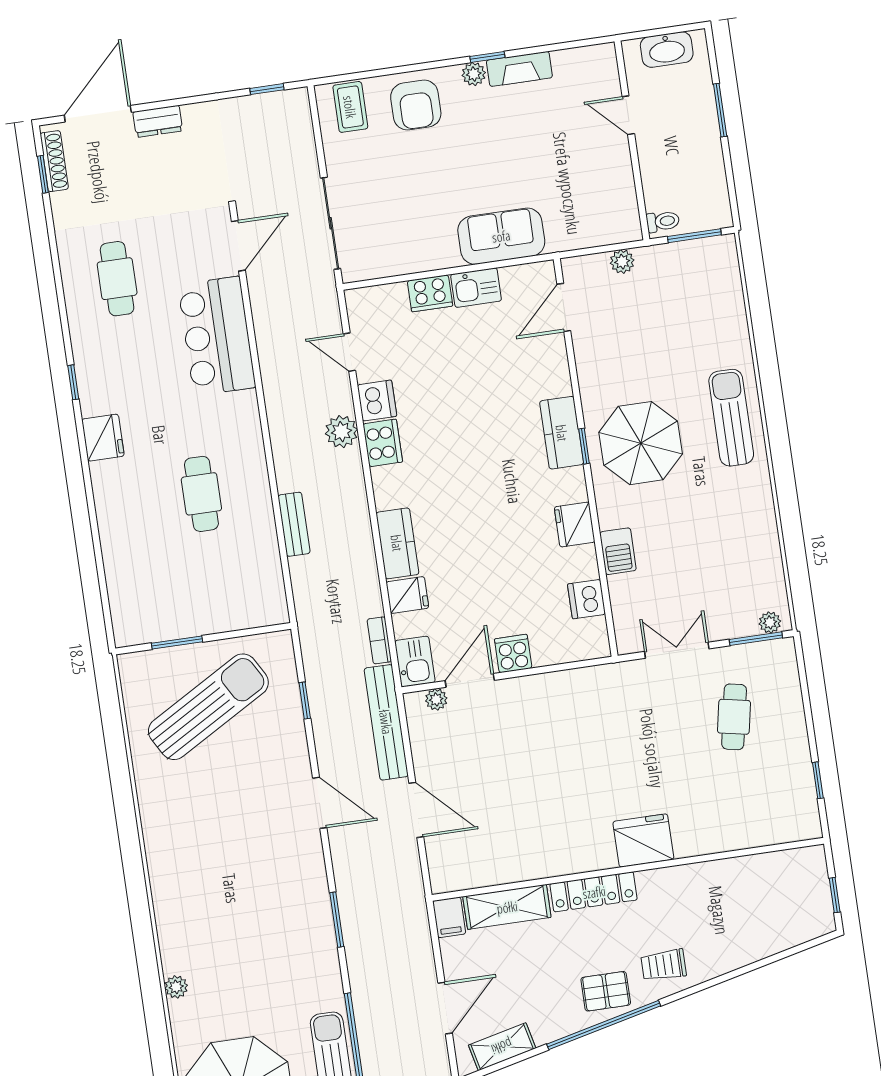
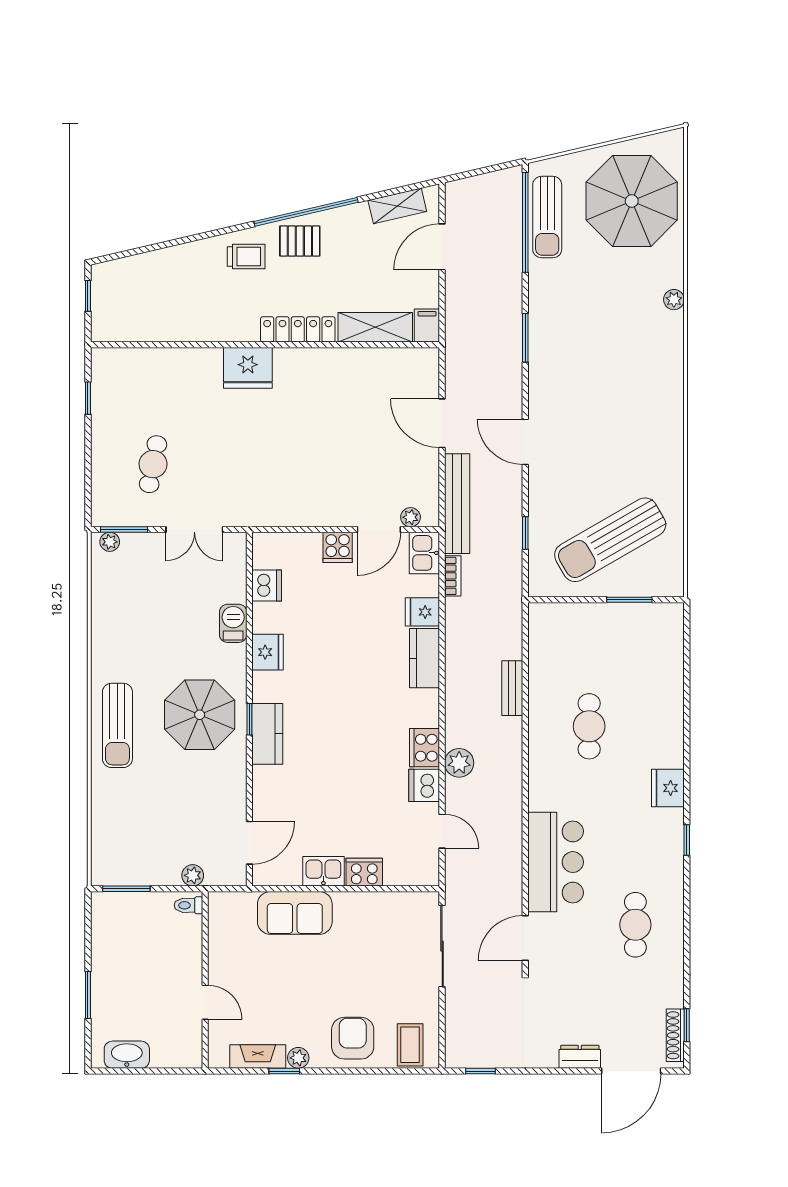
door: (628, 115) -> (205, 1002), moved
wall: (632, 140) -> (205, 980), moved
toilet: (663, 221) -> (188, 905), moved

